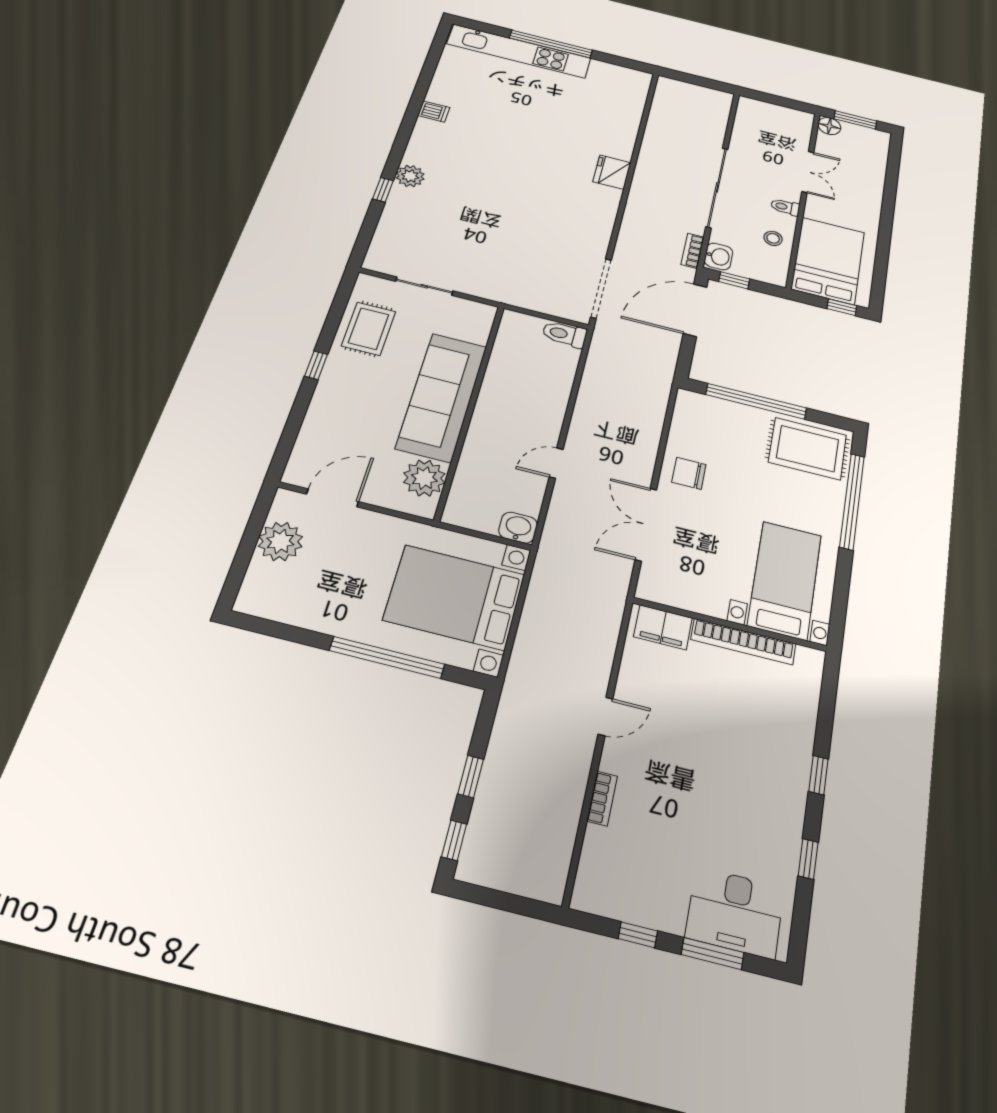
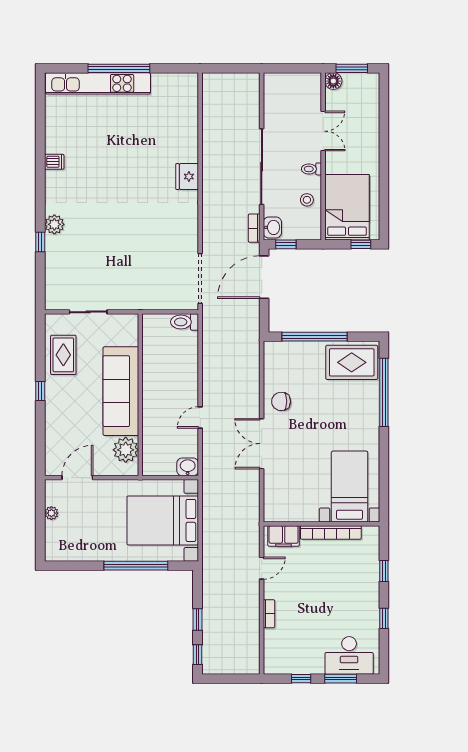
plant: (280, 541) -> (51, 513), width x0.53, depth x0.53
bed with nightstands: (785, 580) -> (350, 487), moved
wall: (730, 624) -> (321, 524), moved
filing cabinet: (663, 627) -> (284, 536), moved
bookcase: (743, 642) -> (331, 532), moved

